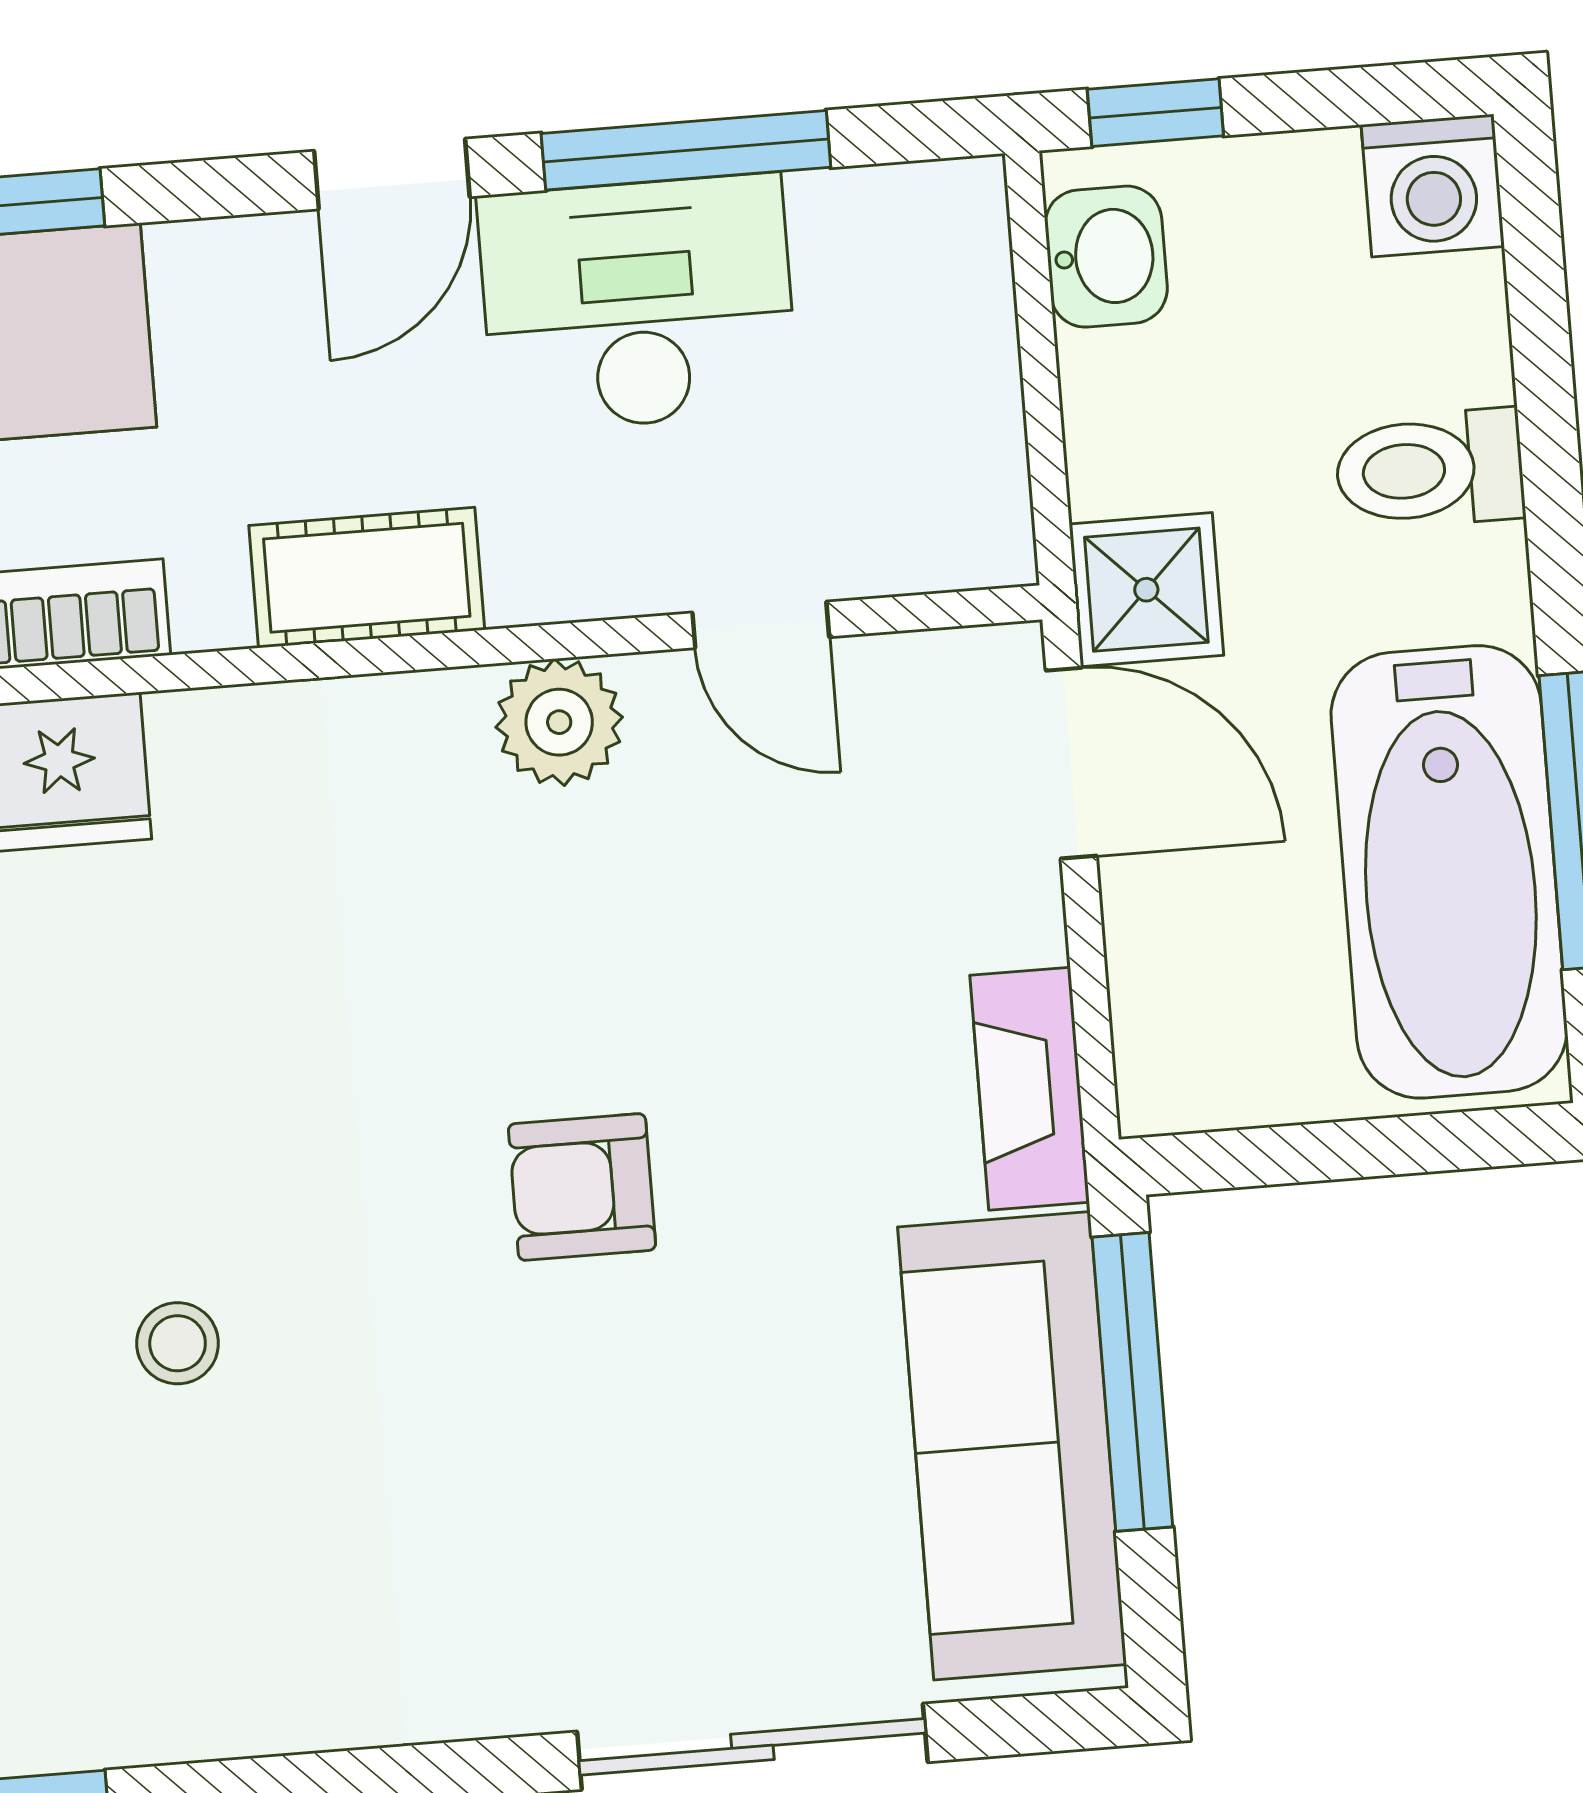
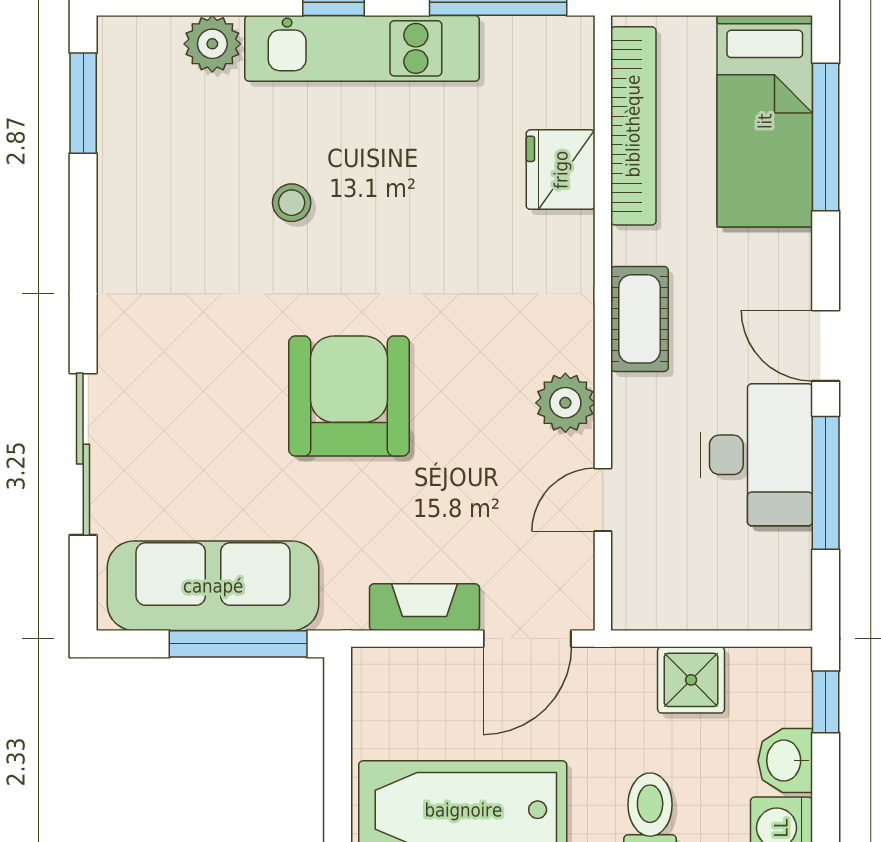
washbasin: (1106, 257) -> (785, 761), moved, turned 90
shower: (1146, 590) -> (691, 680), moved
fireplace: (1030, 1089) -> (425, 607), moved
armchair: (582, 1187) -> (349, 396), width x1.88, depth x1.88

